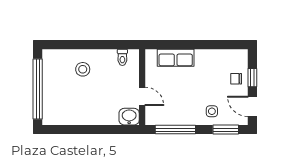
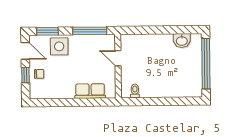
stool: (83, 69) -> (168, 81), removed
side table: (212, 111) -> (59, 46), width x1.87, depth x1.87
washbasin: (129, 117) -> (182, 41), moved

